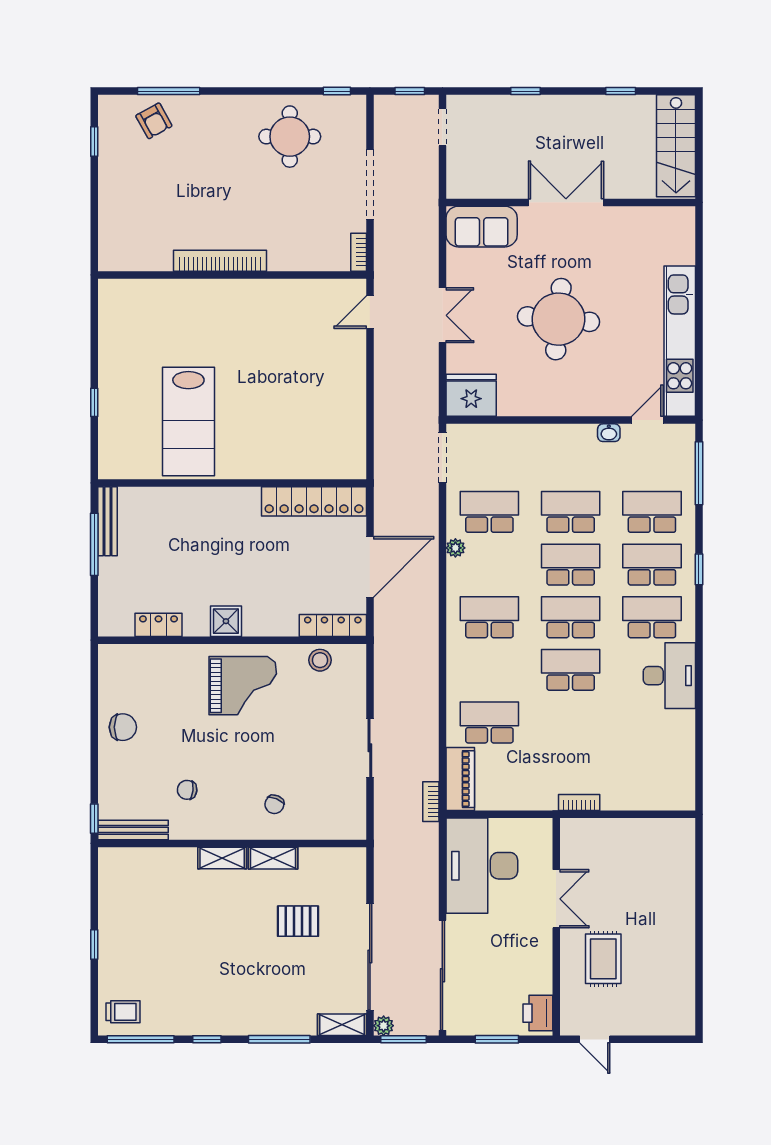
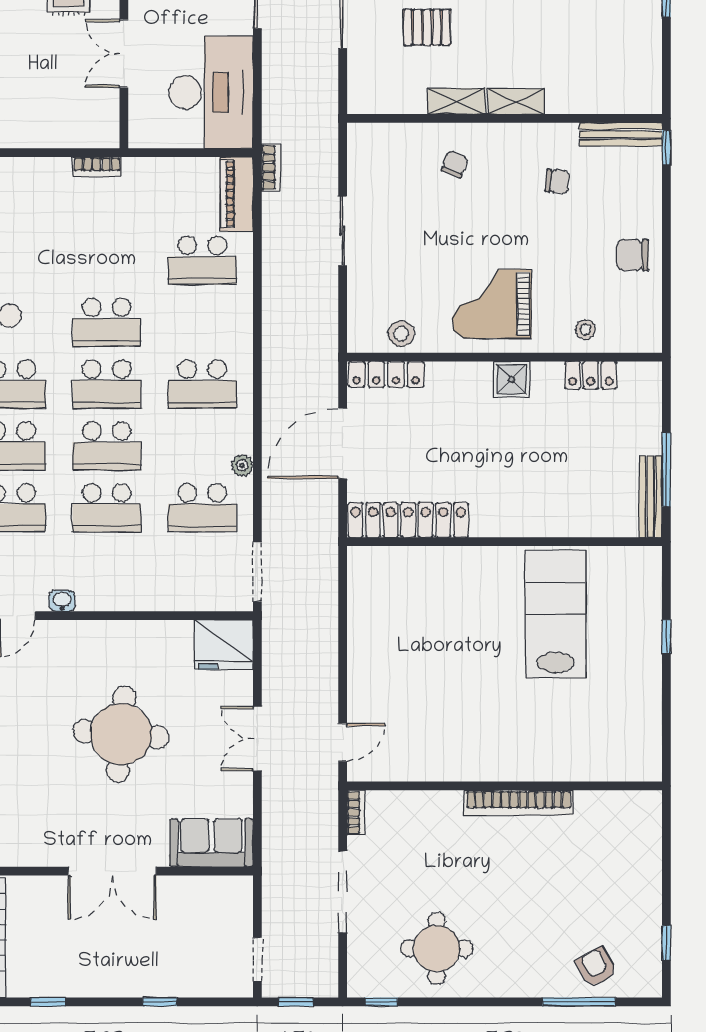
stool: (163, 664) -> (585, 329), added

